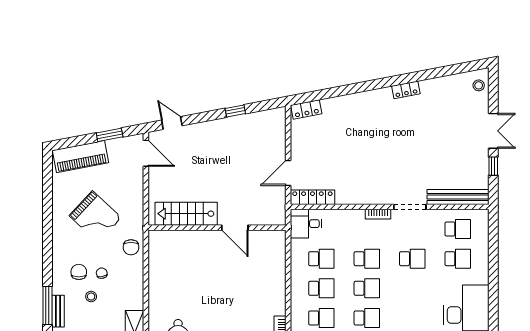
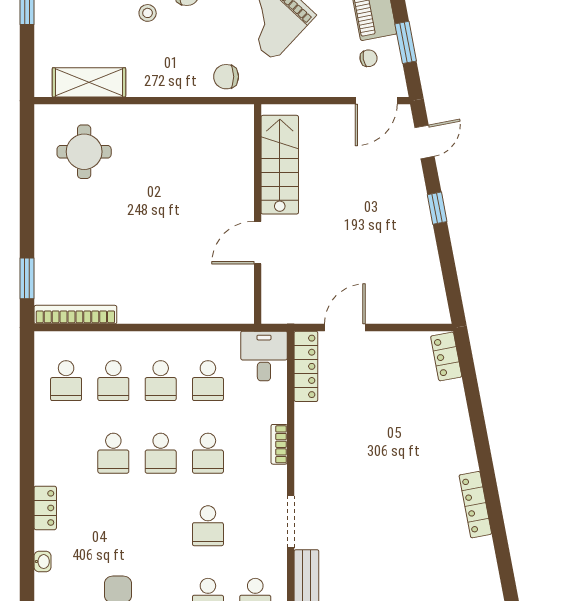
locker: (406, 90) -> (475, 505), width x1.53
window: (235, 111) -> (437, 208), moved
door: (288, 173) -> (345, 328), hinge flipped
bookcase: (378, 214) -> (279, 444), moved
chair: (102, 273) -> (369, 58), moved

